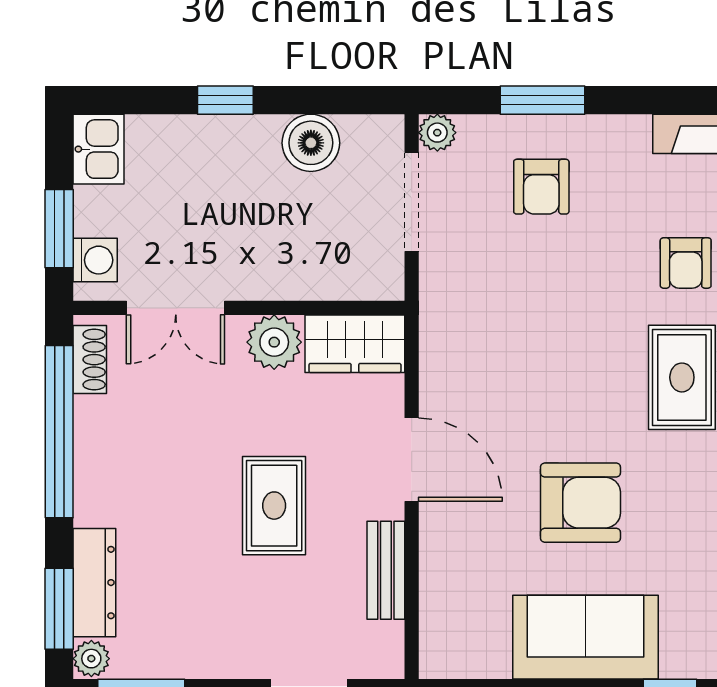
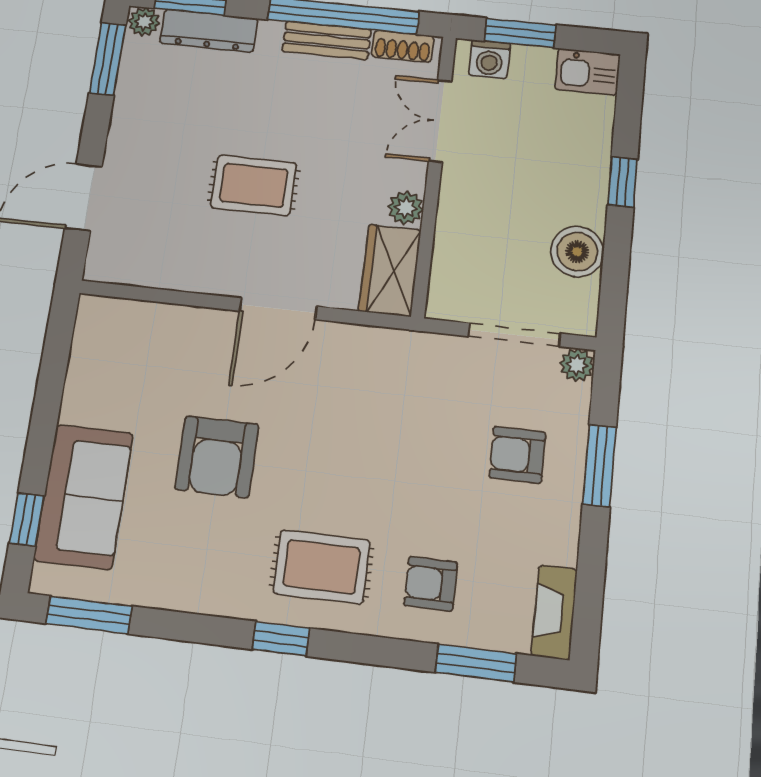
plant: (274, 342) -> (406, 208), width x0.73, depth x0.73
bench: (386, 570) -> (327, 40), moved
sofa: (585, 637) -> (84, 496), moved

